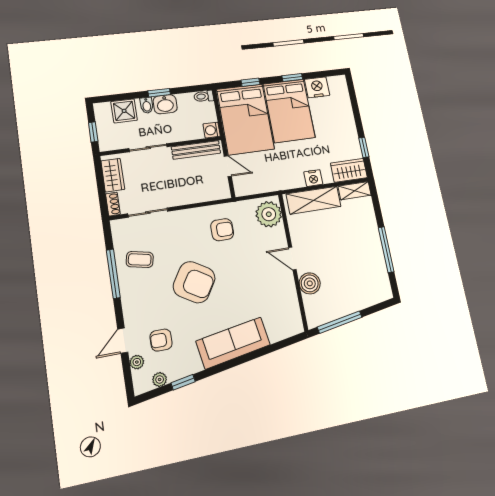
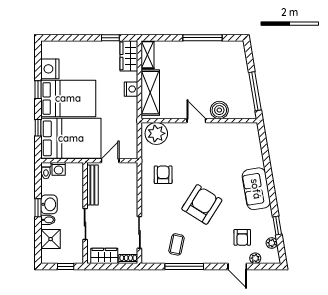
washing machine: (212, 130) -> (59, 169), moved
door: (292, 259) -> (196, 121), swing flipped
sofa: (233, 343) -> (256, 189), width x0.73

